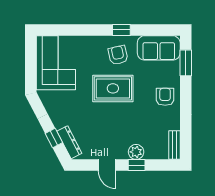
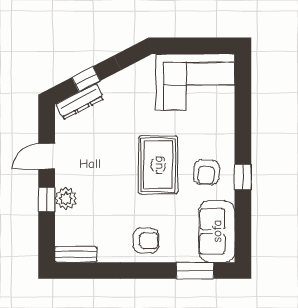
armchair: (118, 55) -> (206, 172), turned 107

